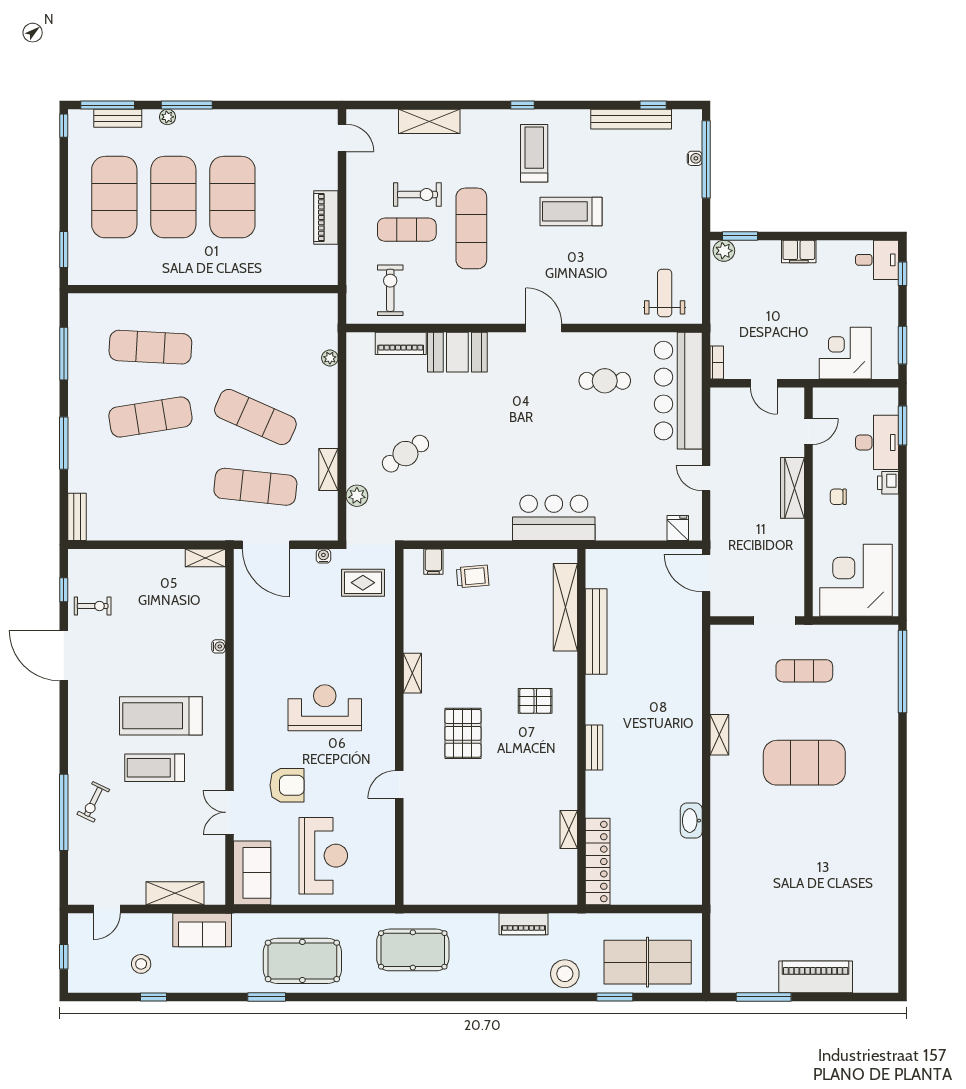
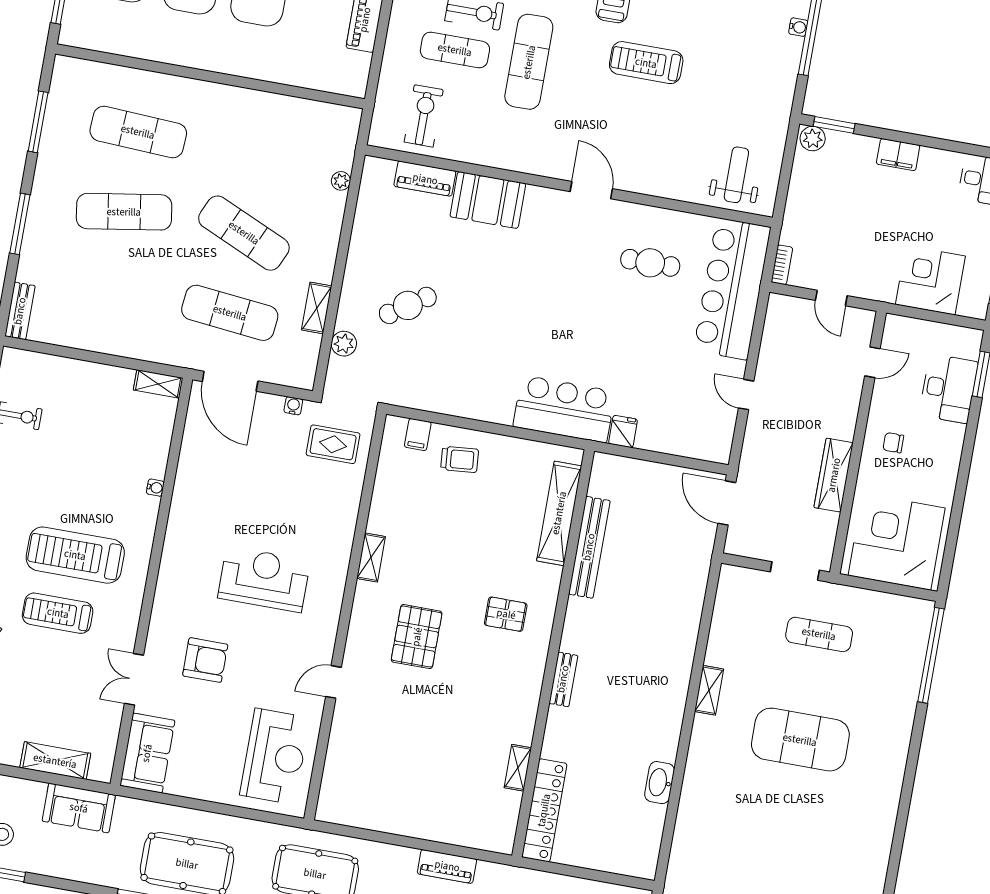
printer: (888, 483) -> (953, 437), removed
wardrobe: (793, 488) -> (834, 475), moved
fridge: (678, 528) -> (623, 432), moved
reception desk: (323, 856) -> (275, 756), moved

